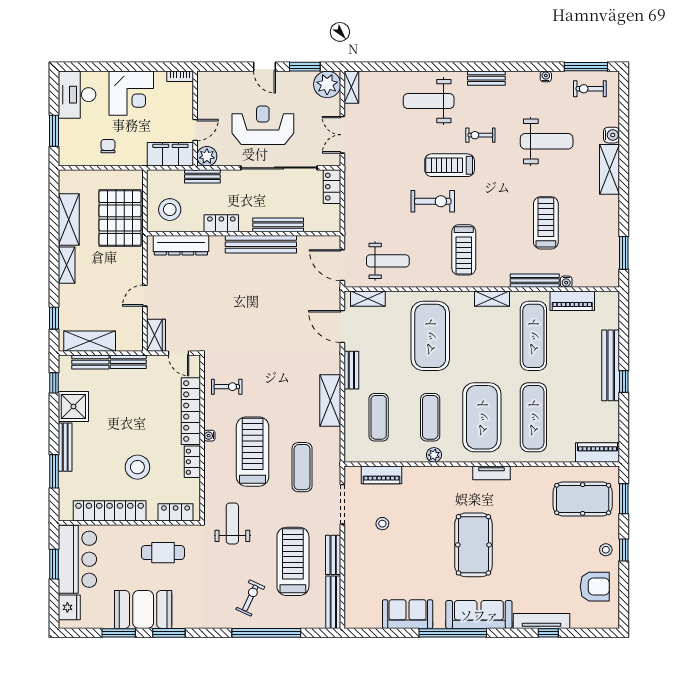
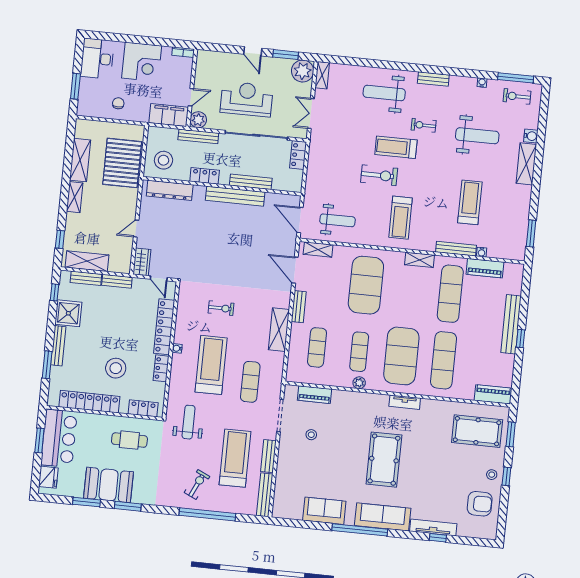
bench: (202, 176) -> (198, 136), width x1.36
exercise bike: (227, 387) -> (221, 308), moved

